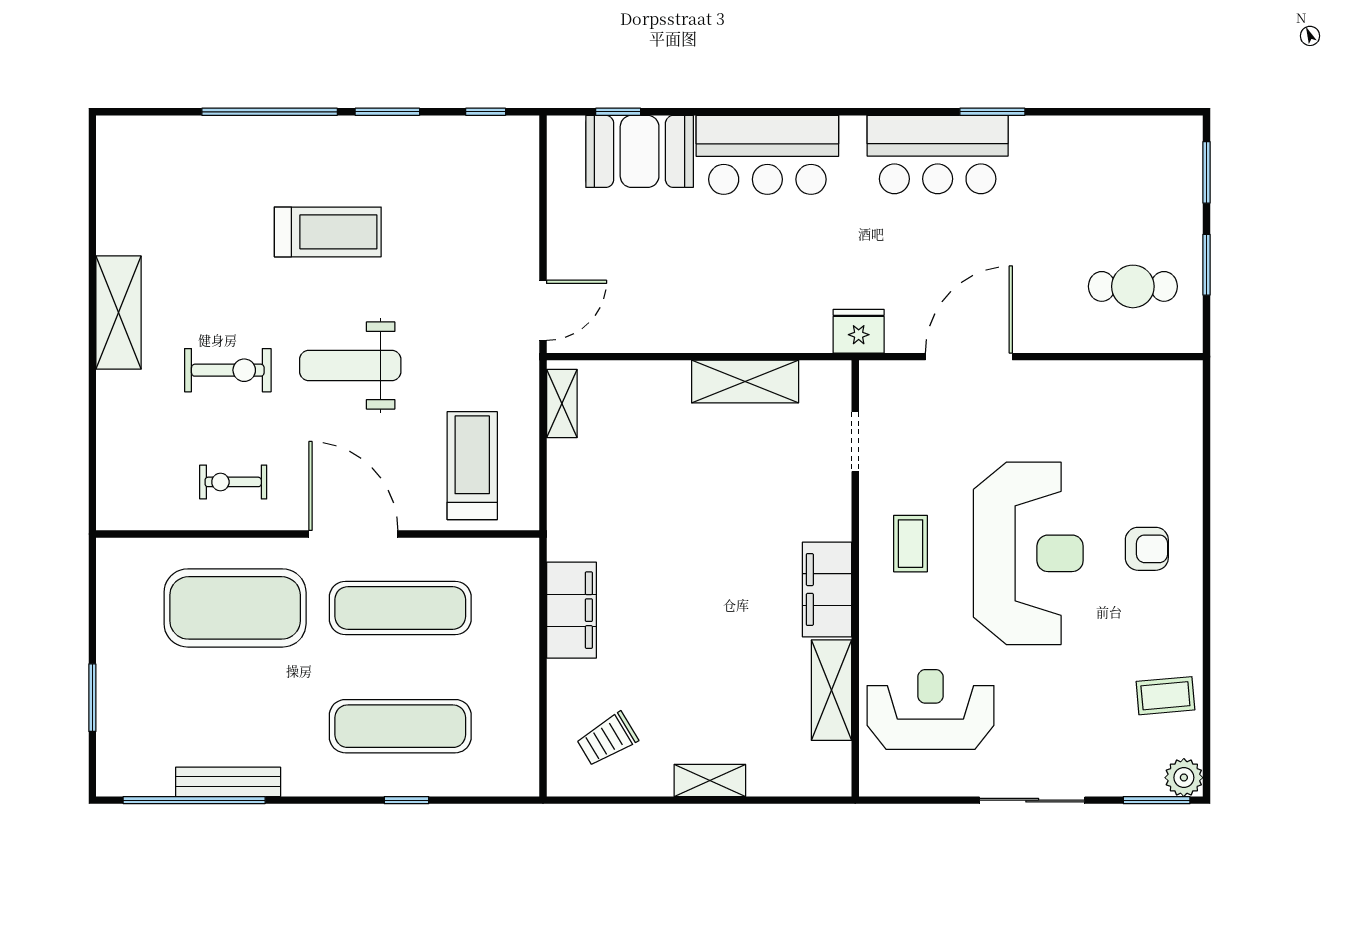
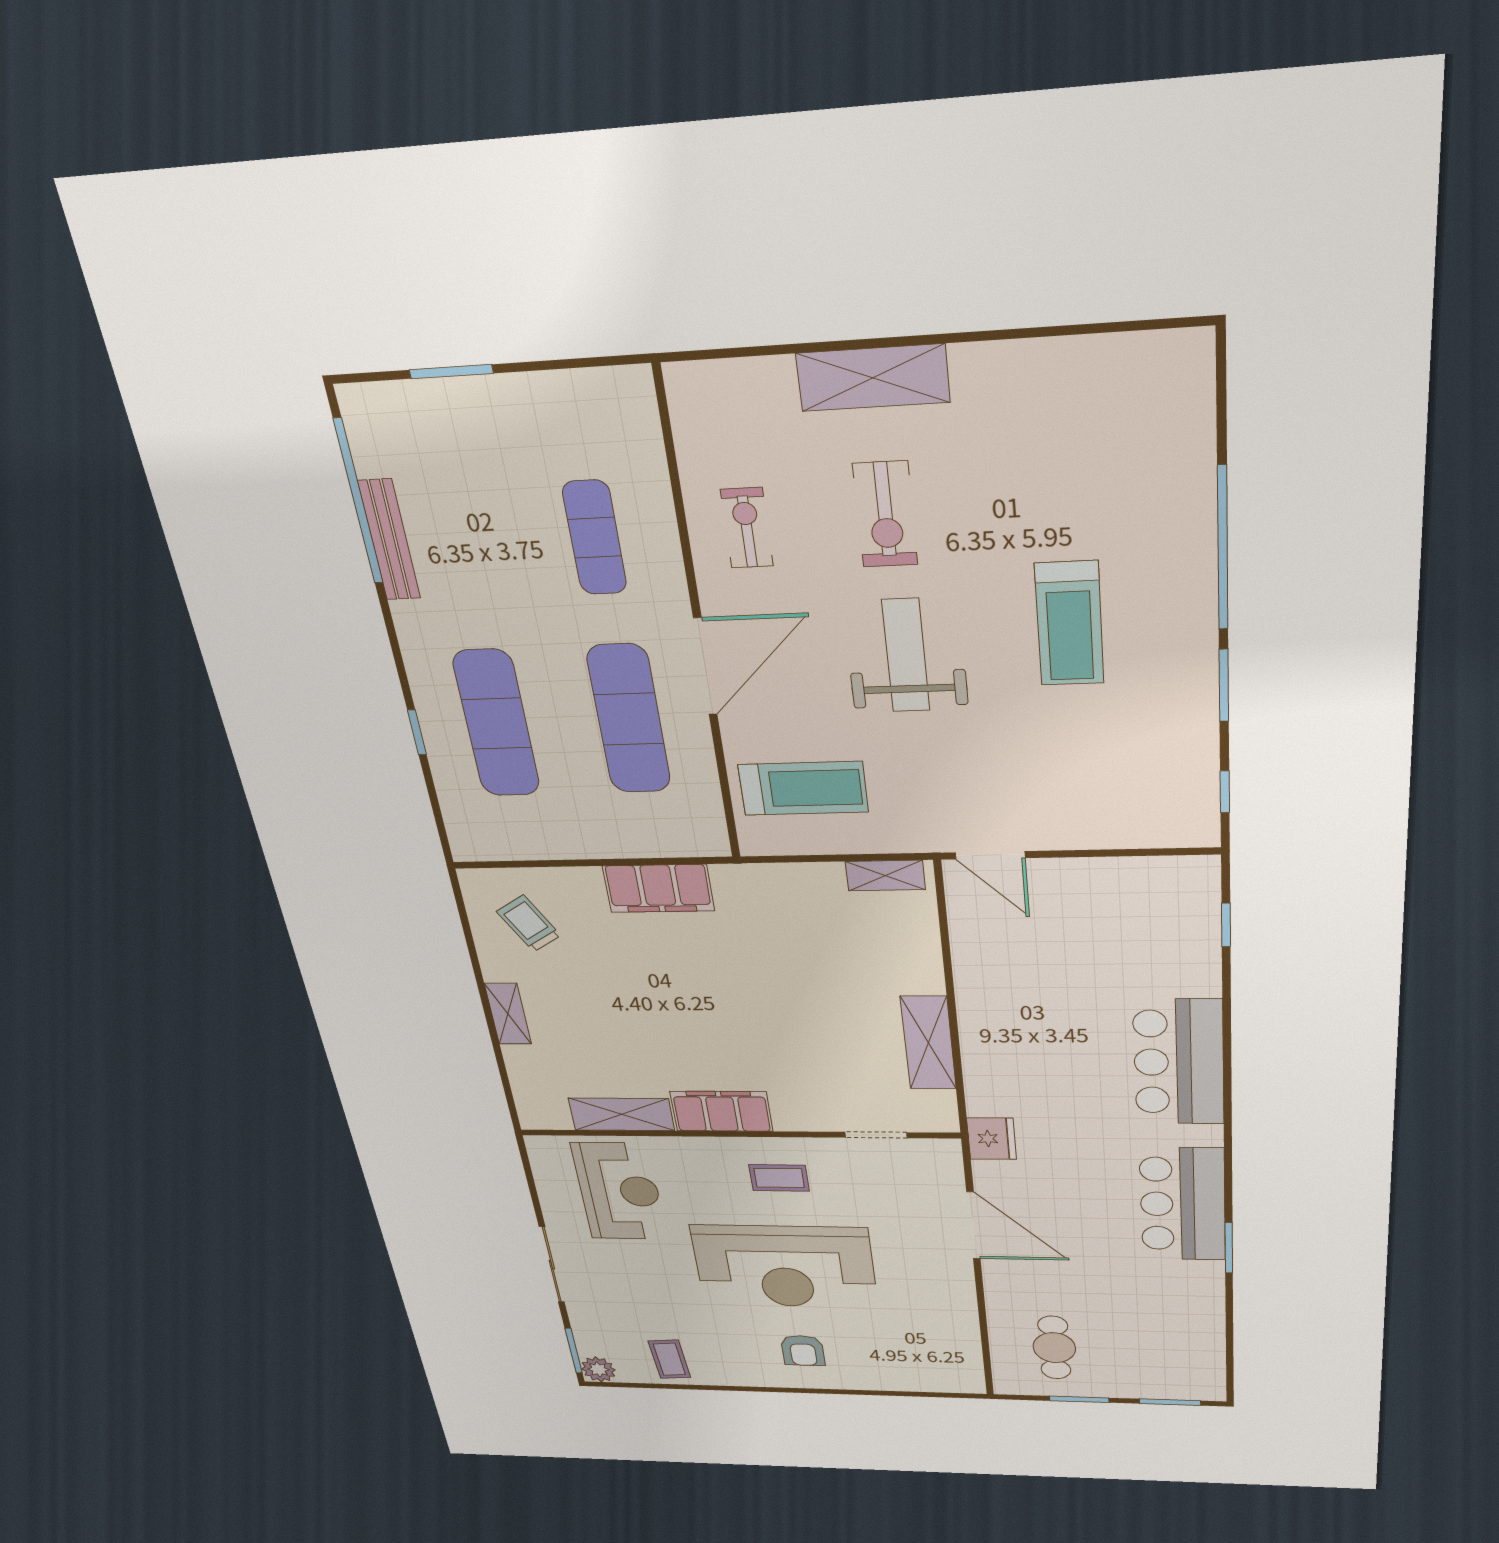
booth: (640, 151) -> (1180, 946), removed
shelving: (119, 313) -> (873, 378), moved
exercise mat: (235, 608) -> (595, 538), width x0.50, depth x0.69

